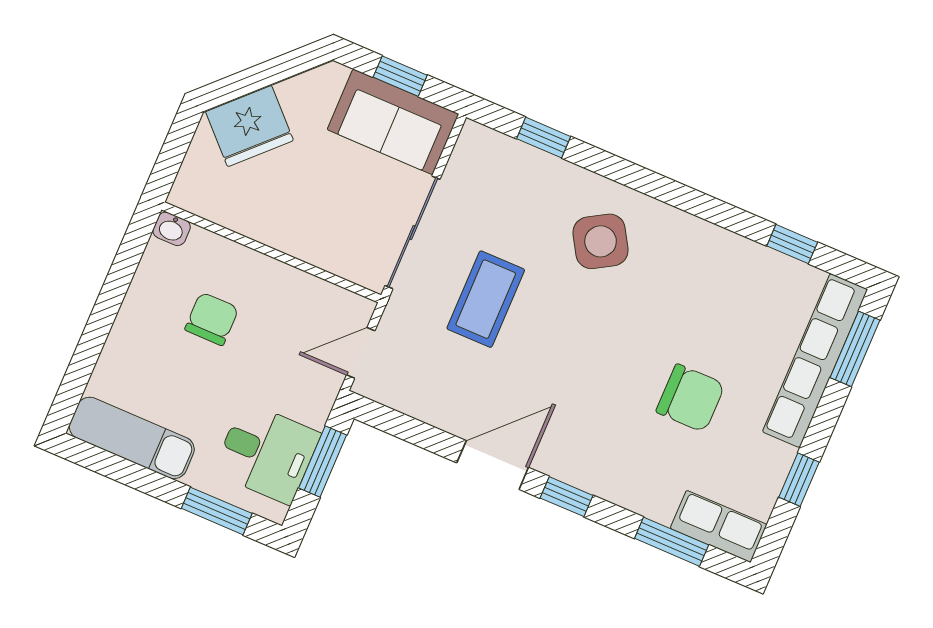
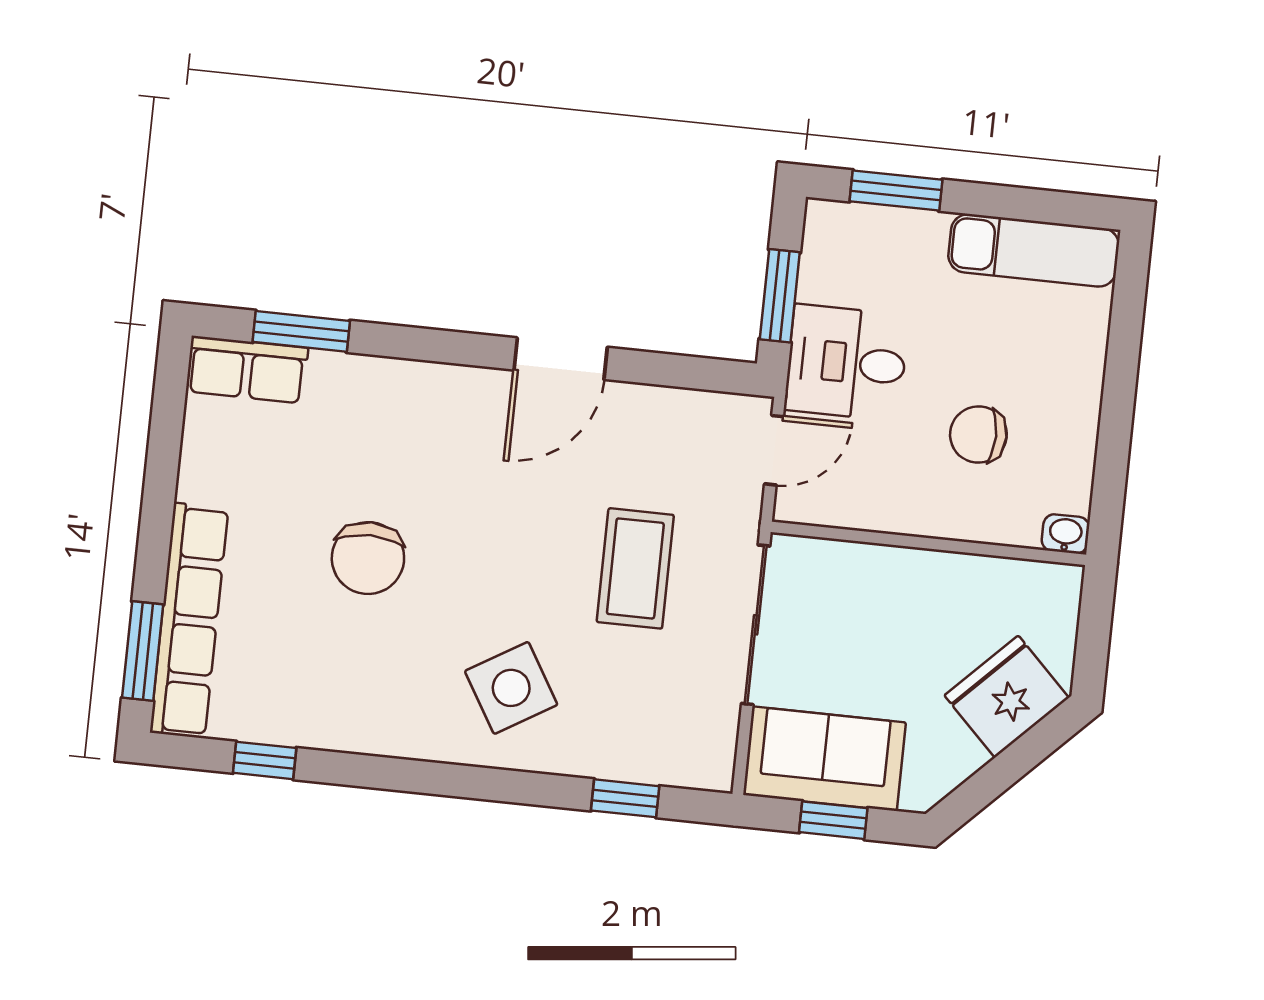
chair: (212, 319) -> (978, 435), turned 90
chair: (690, 398) -> (368, 558), moved, turned -90
desk: (267, 453) -> (846, 363), moved
window: (799, 480) -> (163, 461), removed
window: (567, 497) -> (453, 347), removed

